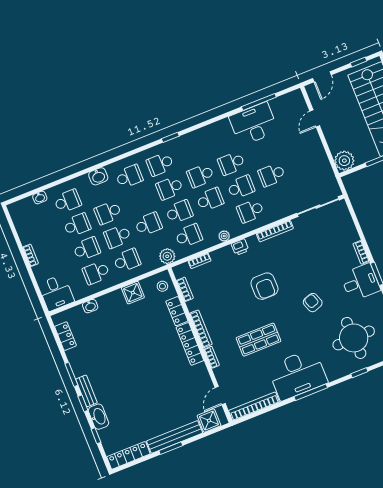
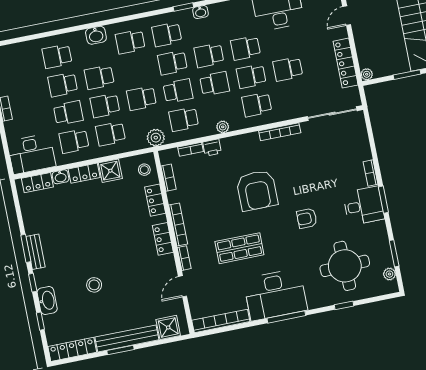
locker: (321, 160) -> (346, 63), added
plant: (344, 161) -> (367, 74), width x0.53, depth x0.53
school desk: (129, 176) -> (130, 42), turned 180
school desk: (241, 187) -> (251, 76), turned 180
washbasin: (40, 197) -> (200, 12), moved
school desk: (68, 201) -> (57, 56), turned 180
school desk: (148, 224) -> (141, 98), turned 180
school desk: (77, 225) -> (63, 85), turned 180
school desk: (189, 236) -> (184, 119), turned 180
printer: (240, 247) -> (212, 148), moved
school desk: (127, 260) -> (111, 134), turned 180
armchair: (264, 286) -> (257, 190), width x1.36, depth x1.36
desk: (56, 293) -> (31, 154), width x1.37
locker: (110, 299) -> (84, 173), added
armchair: (313, 303) -> (307, 218), turned -70
locker: (65, 336) -> (37, 183), moved, turned 90
locker: (190, 344) -> (163, 239), width x0.66
bench: (86, 391) -> (36, 252), moved
stool: (137, 395) -> (94, 285), added
door: (220, 396) -> (183, 286), moved

